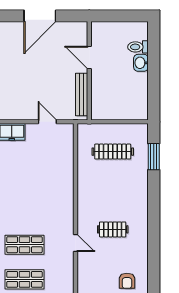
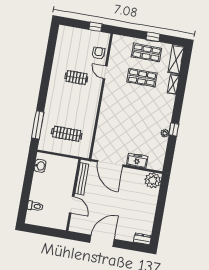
washbasin: (141, 63) -> (40, 166), moved
door: (47, 122) -> (110, 163), width x1.88
window: (154, 157) -> (38, 125), width x1.44
armchair: (127, 281) -> (98, 53), moved

